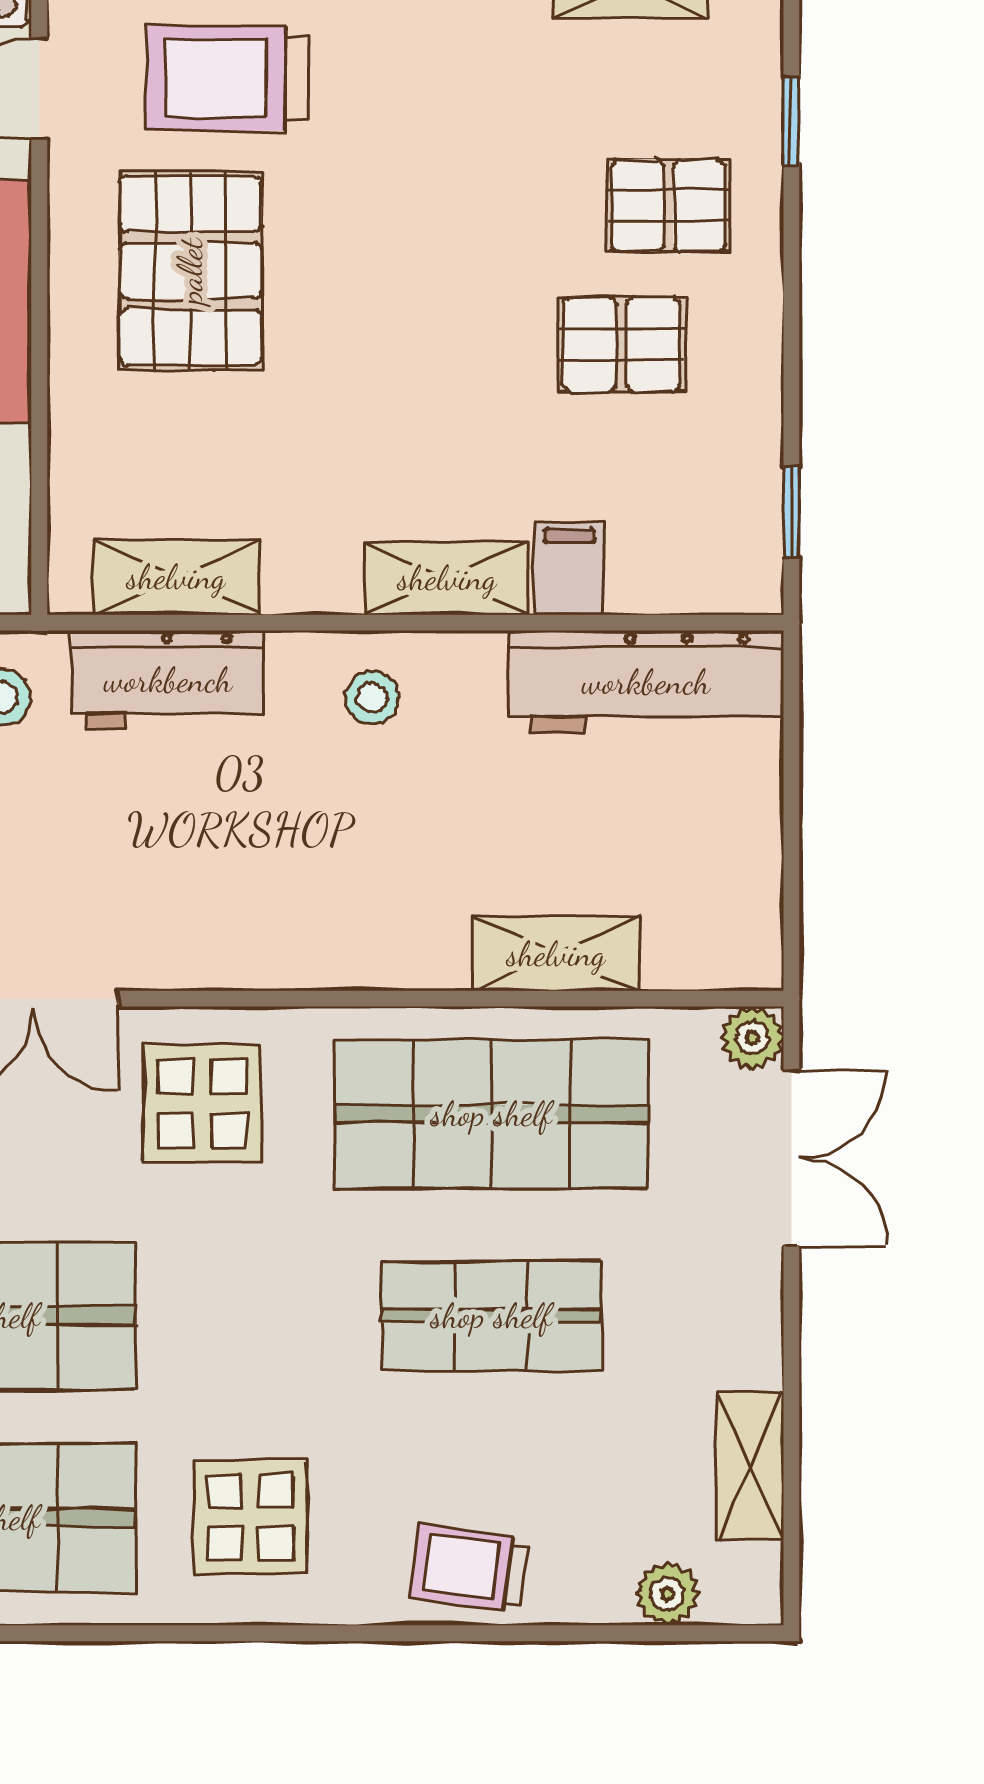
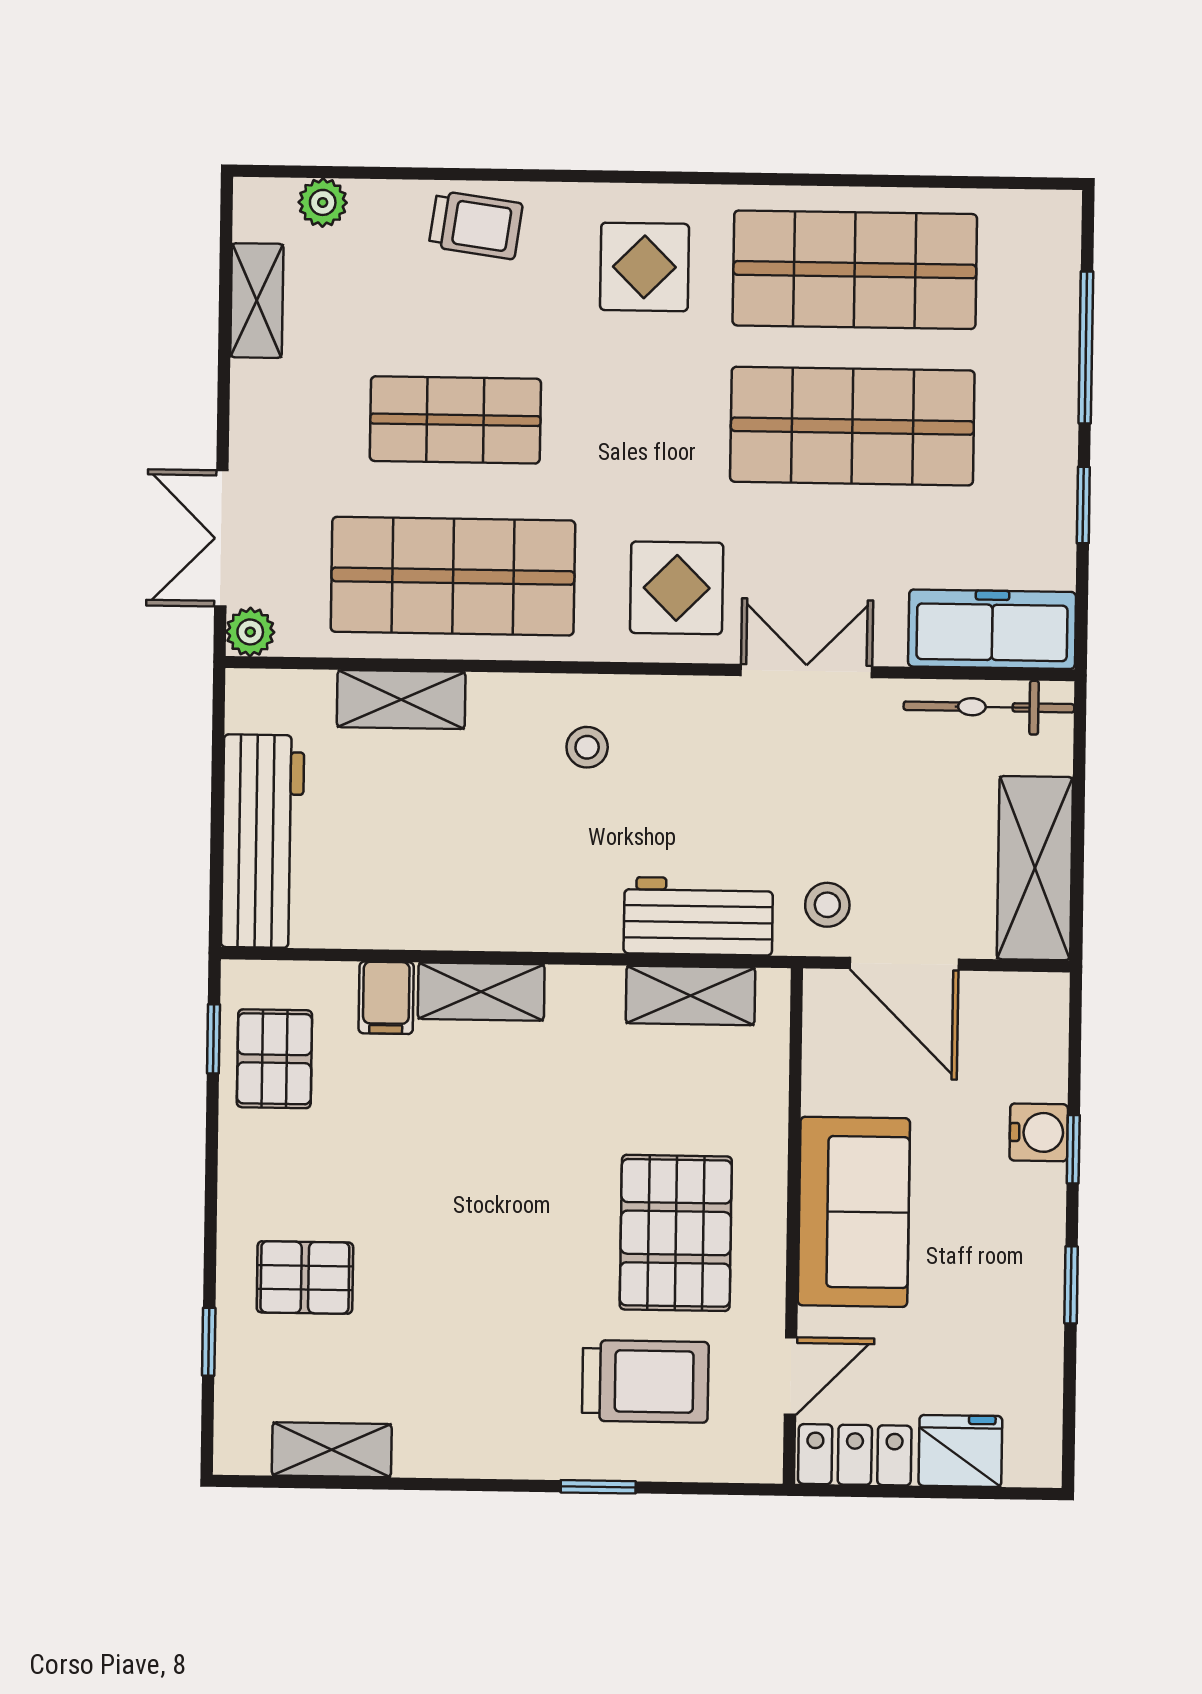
pallet: (622, 344) -> (274, 1059), moved, turned 90
workbench: (646, 682) -> (263, 841), moved, turned 90
stool: (372, 697) -> (587, 747), moved

